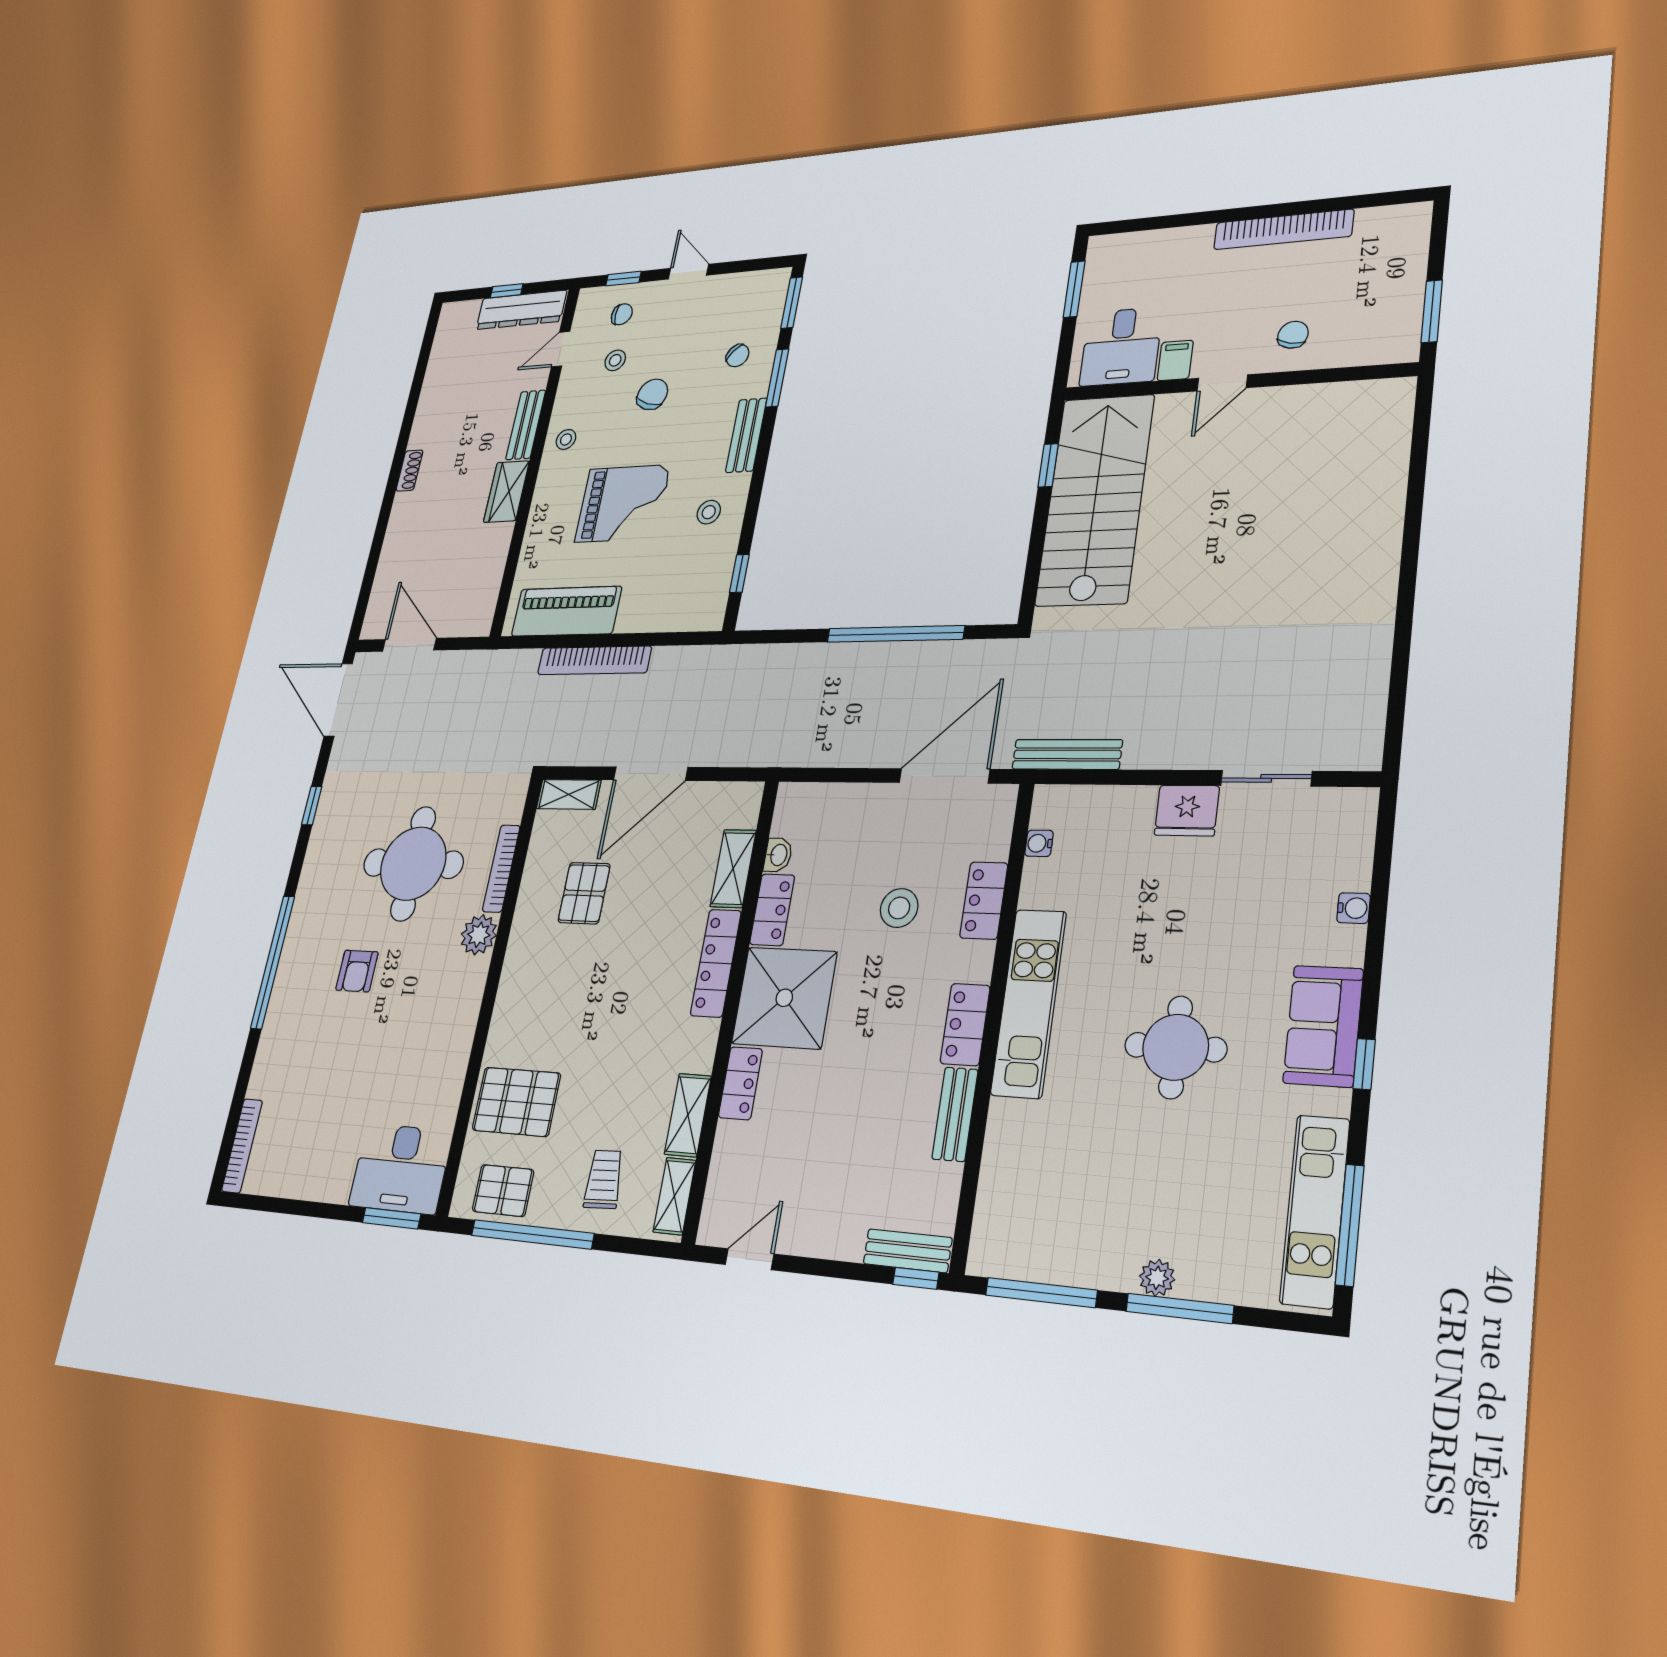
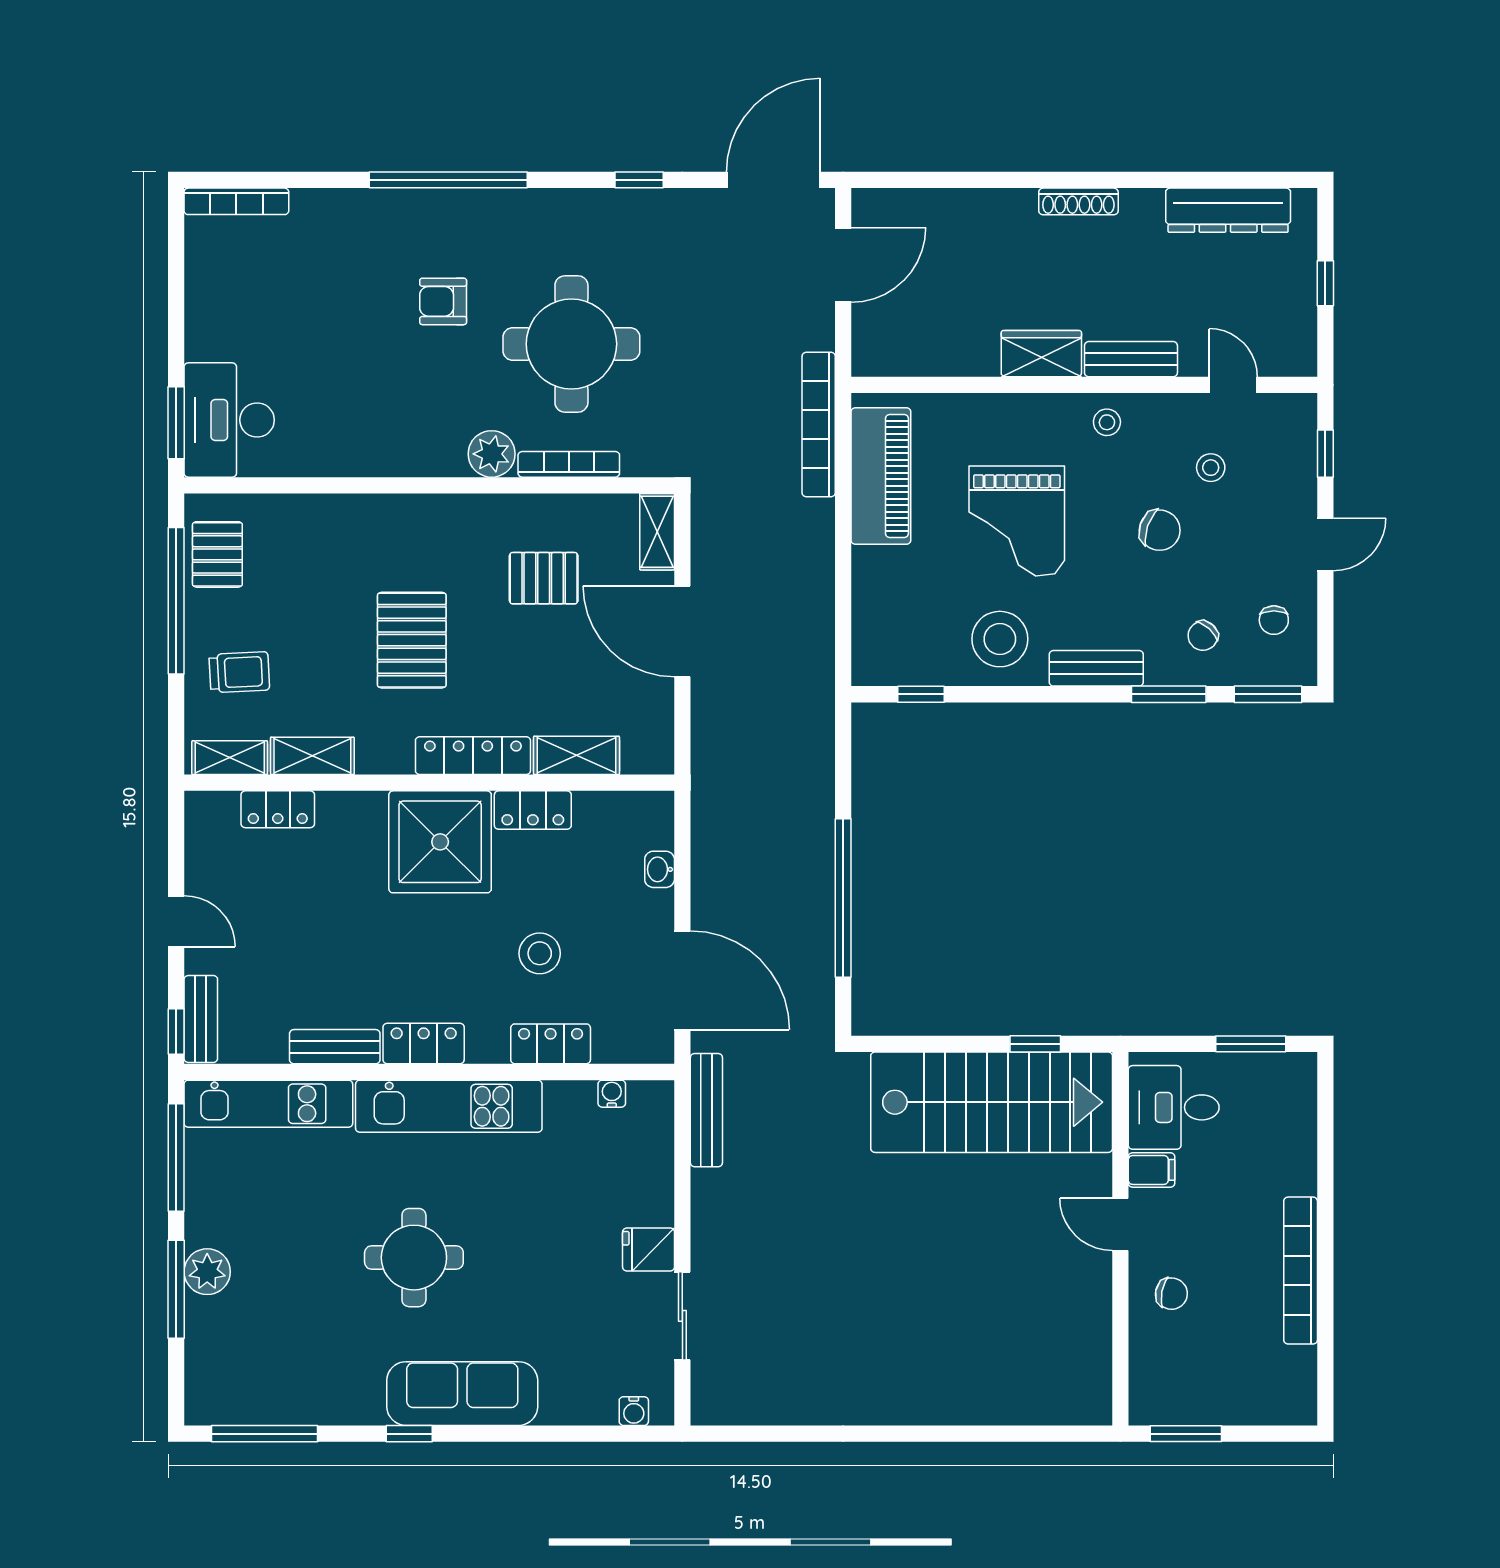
dresser: (521, 310) -> (1228, 210), moved, turned -90
chair: (622, 314) -> (1274, 620), moved
shoe rack: (410, 470) -> (1078, 201), width x1.43
stool: (709, 512) -> (1000, 639), width x1.89, depth x1.89
bookcase: (594, 660) -> (819, 424), moved
fridge: (1187, 810) -> (649, 1249), width x0.72
washbasin: (778, 855) -> (660, 869), moved, turned 90
water cooler: (1354, 908) -> (634, 1411), moved
sofa: (1323, 1026) -> (462, 1394), width x1.36
locker: (740, 1083) -> (278, 809), moved
pallet: (516, 1102) -> (412, 640), moved
kitchen unit: (1315, 1211) -> (268, 1104), moved, turned 180
door: (750, 1259) -> (176, 921), moved
plant: (1157, 1278) -> (207, 1272), width x1.38, depth x1.38

